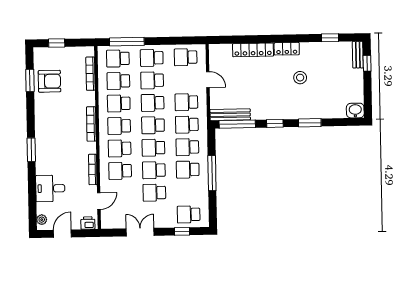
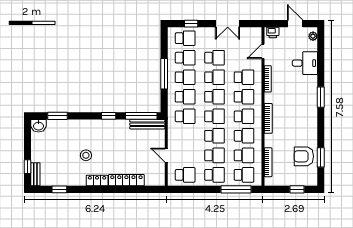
school desk: (186, 102) -> (185, 58), moved
window: (310, 123) -> (57, 116), moved
door: (62, 234) -> (295, 24), swing flipped

